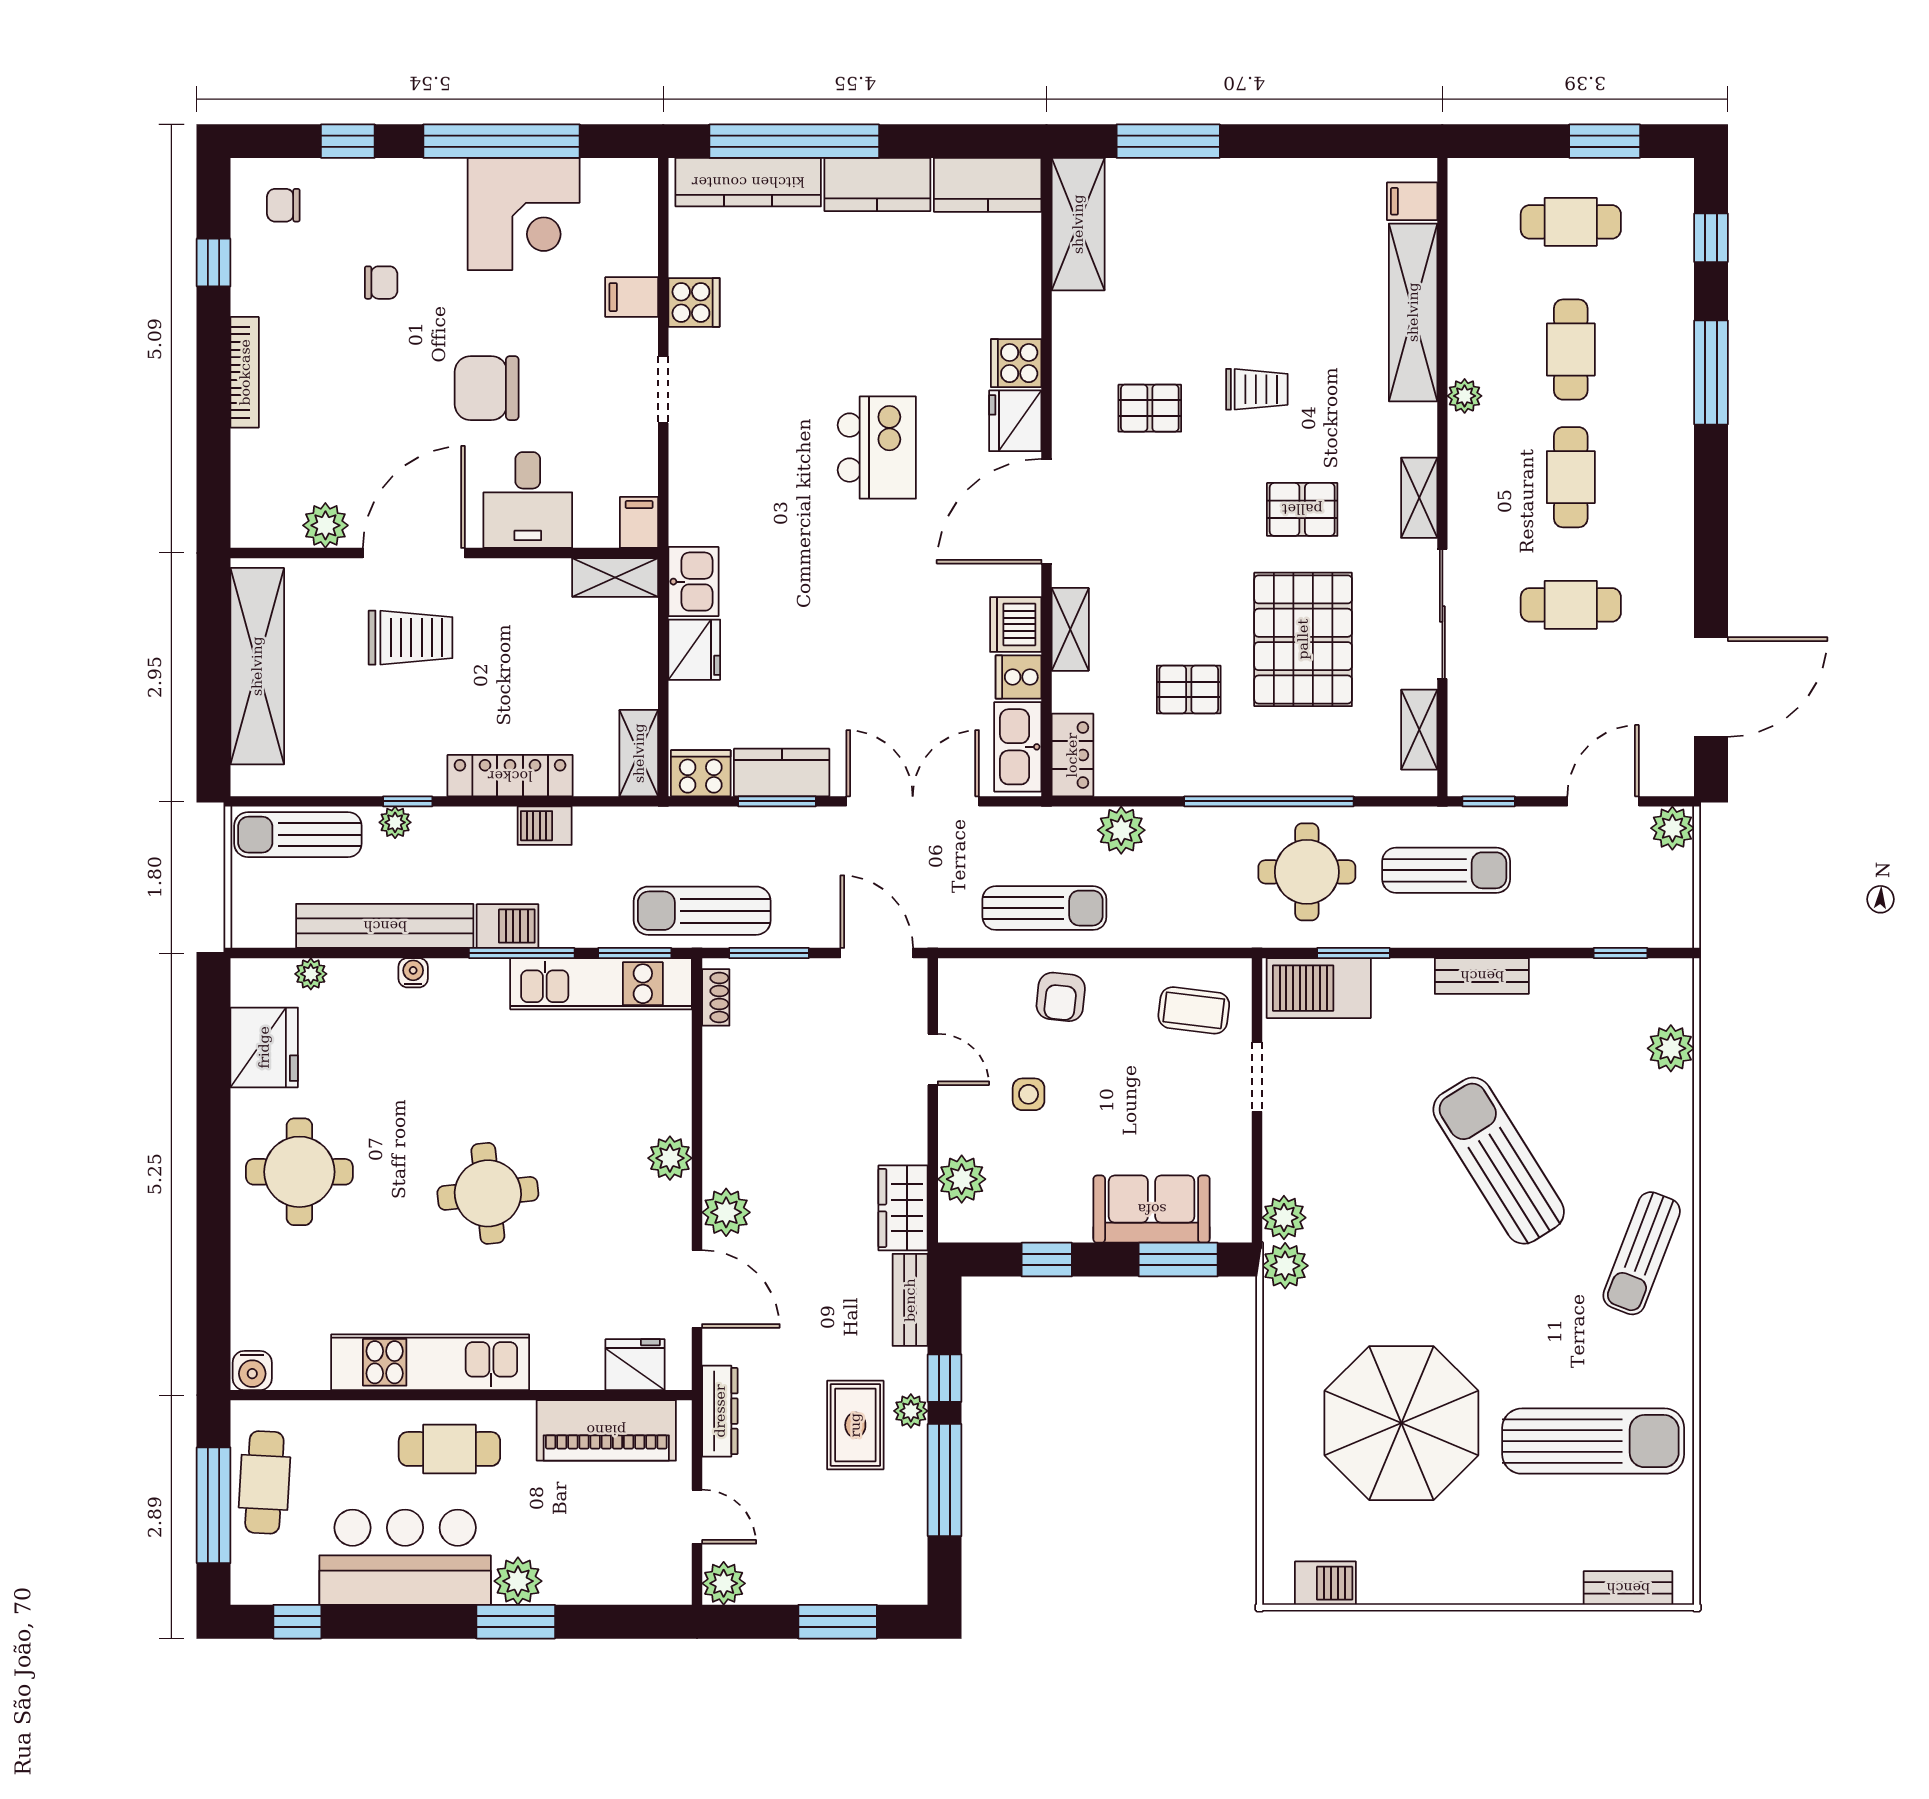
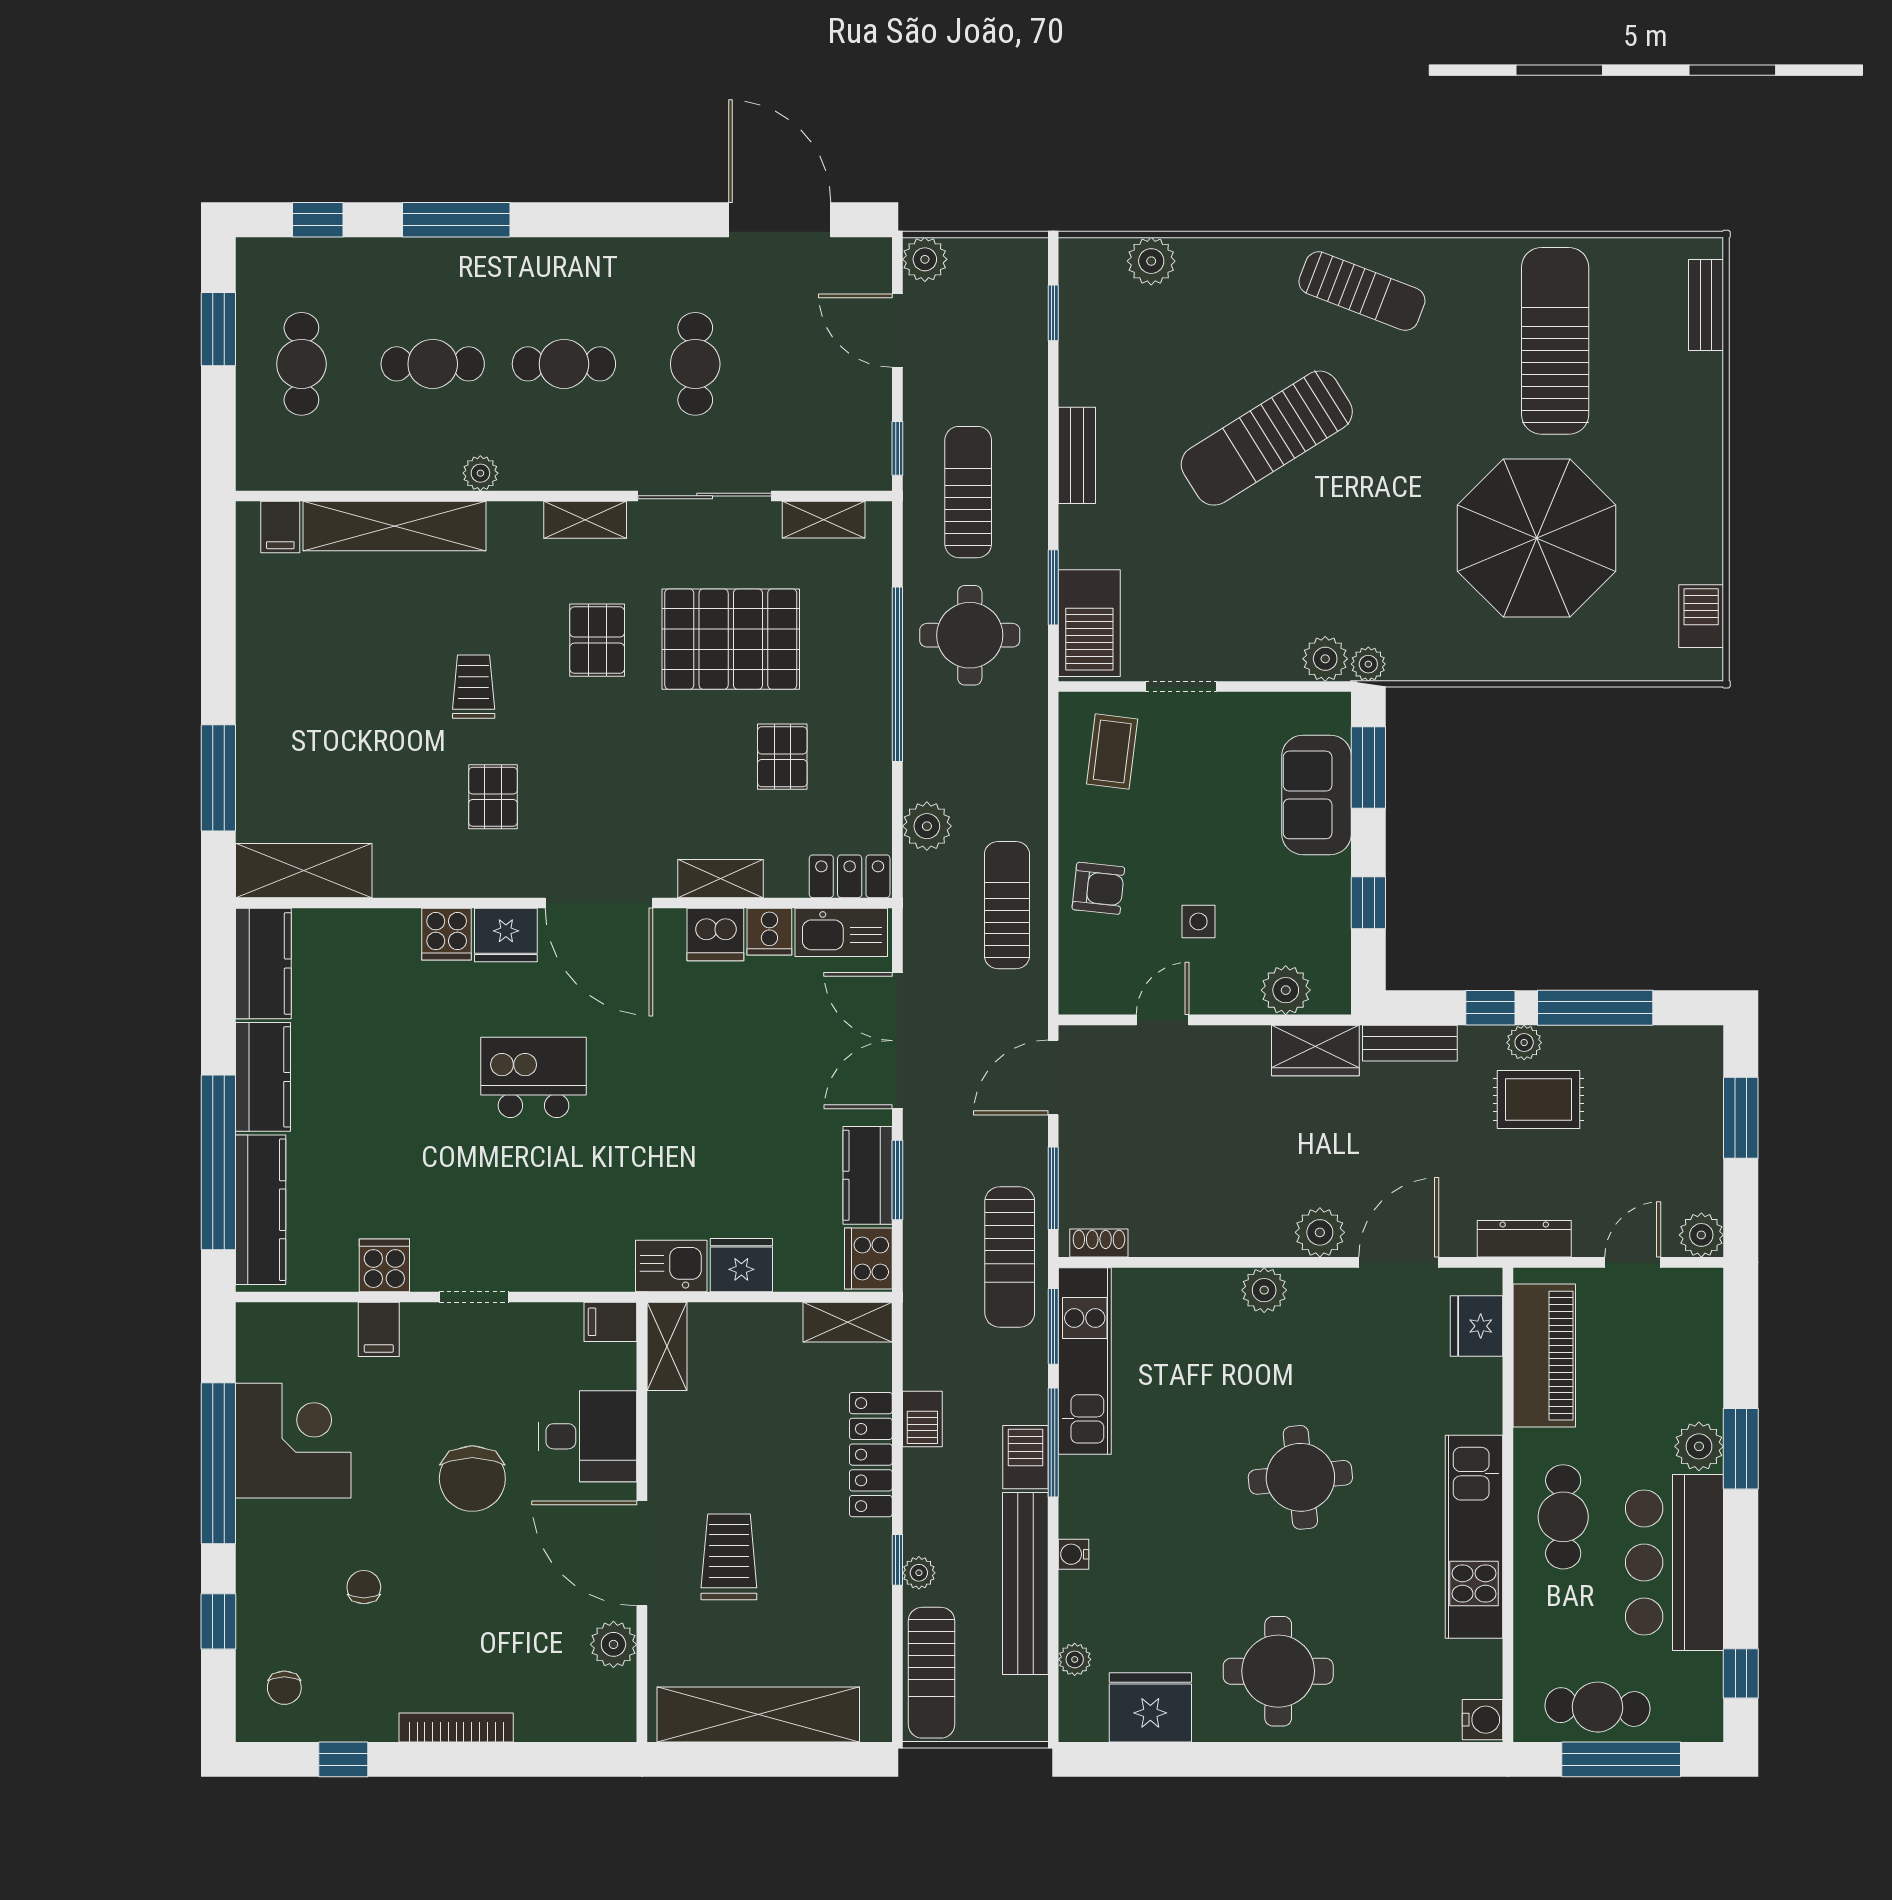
plant: (1285, 1266) -> (1368, 664), width x0.73, depth x0.73

